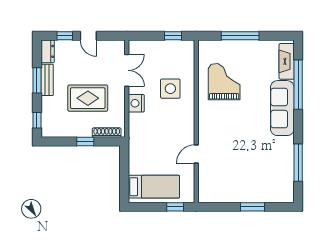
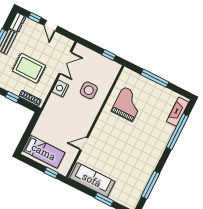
sofa: (282, 108) -> (92, 180), moved, turned 90

